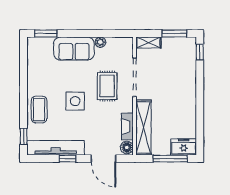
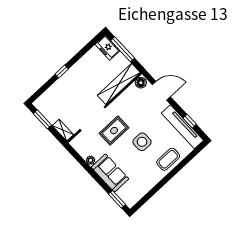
window: (200, 52) -> (62, 72), moved
fireplace: (127, 126) -> (127, 94), removed
window: (24, 136) -> (194, 153), removed
window: (67, 159) -> (190, 121), moved
door: (103, 159) -> (161, 91), hinge flipped

